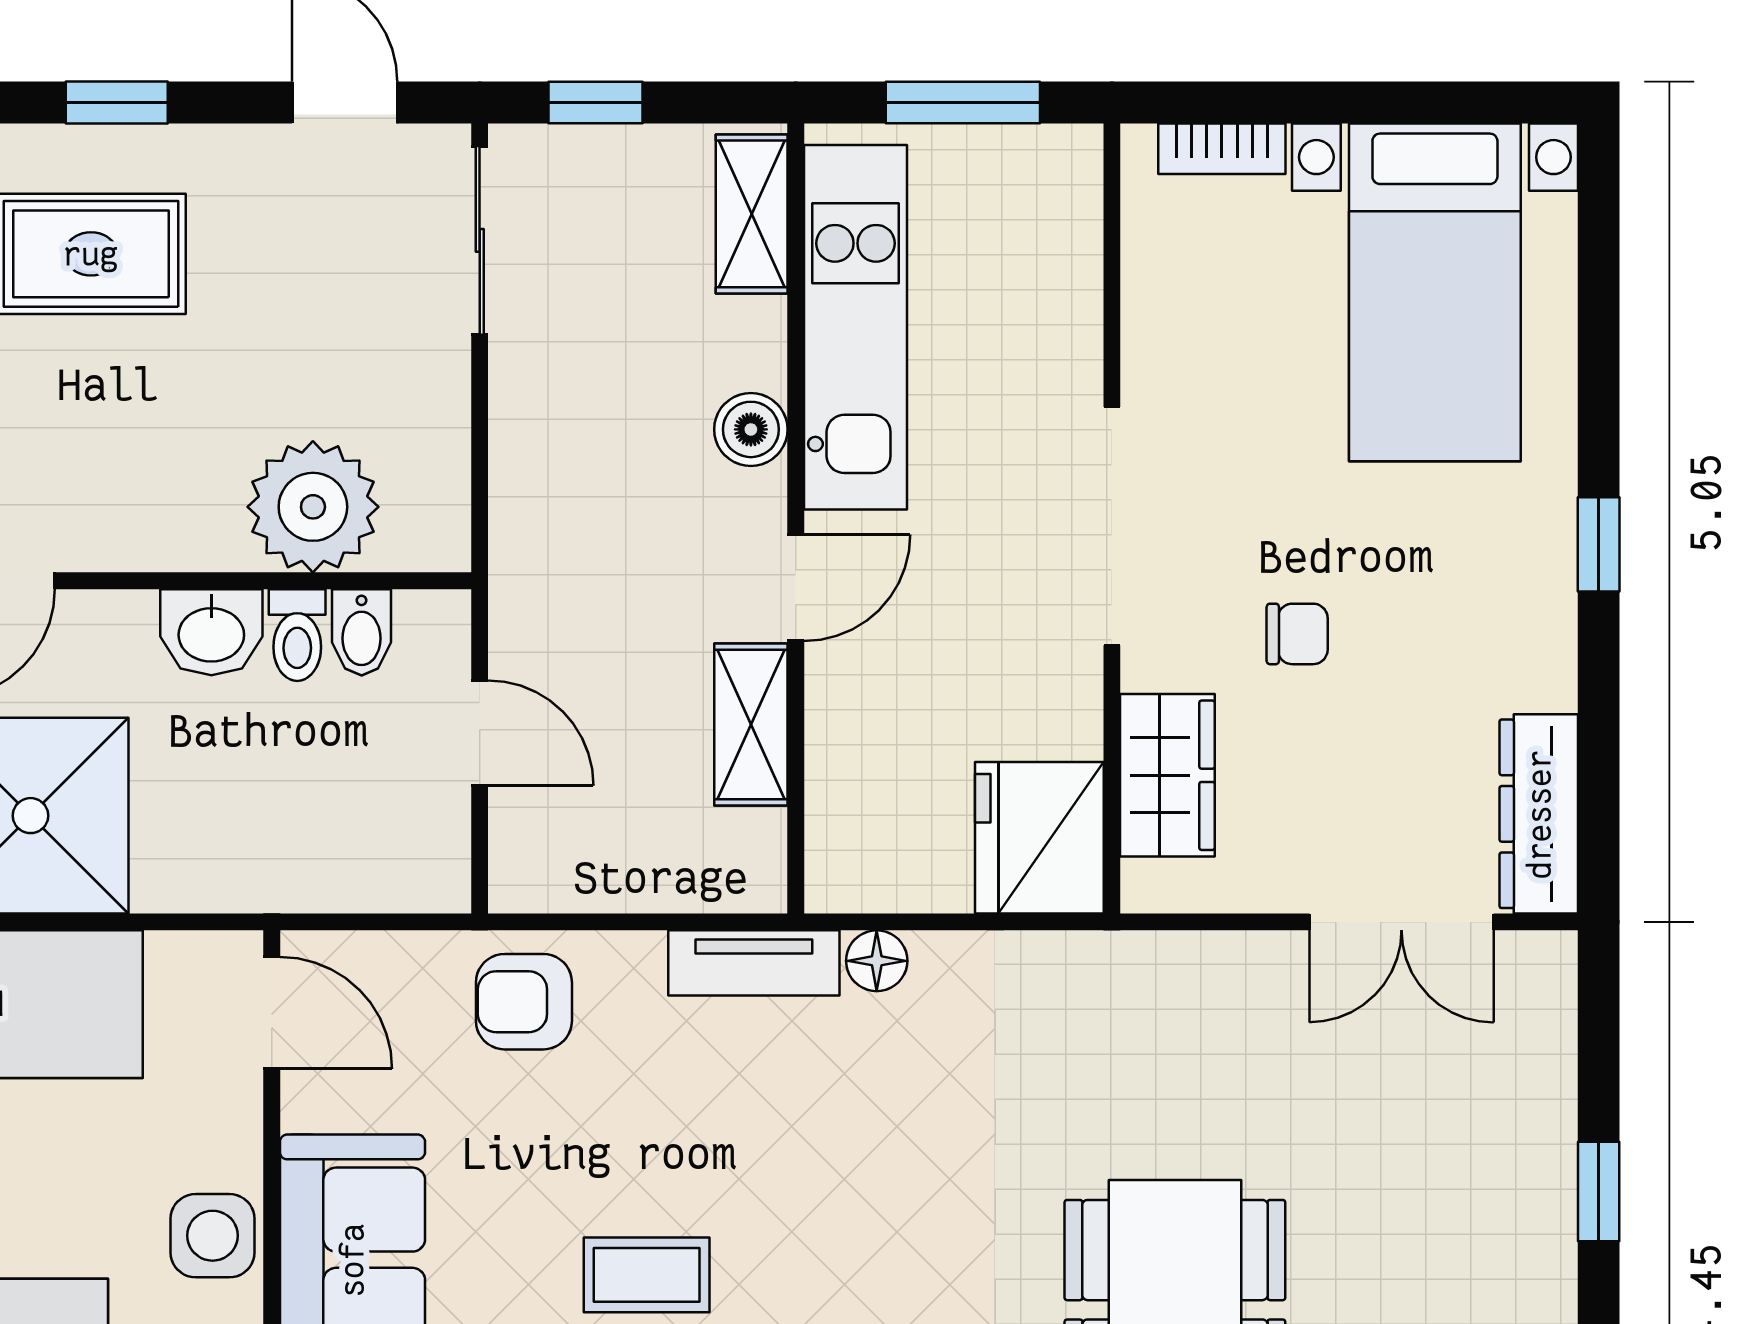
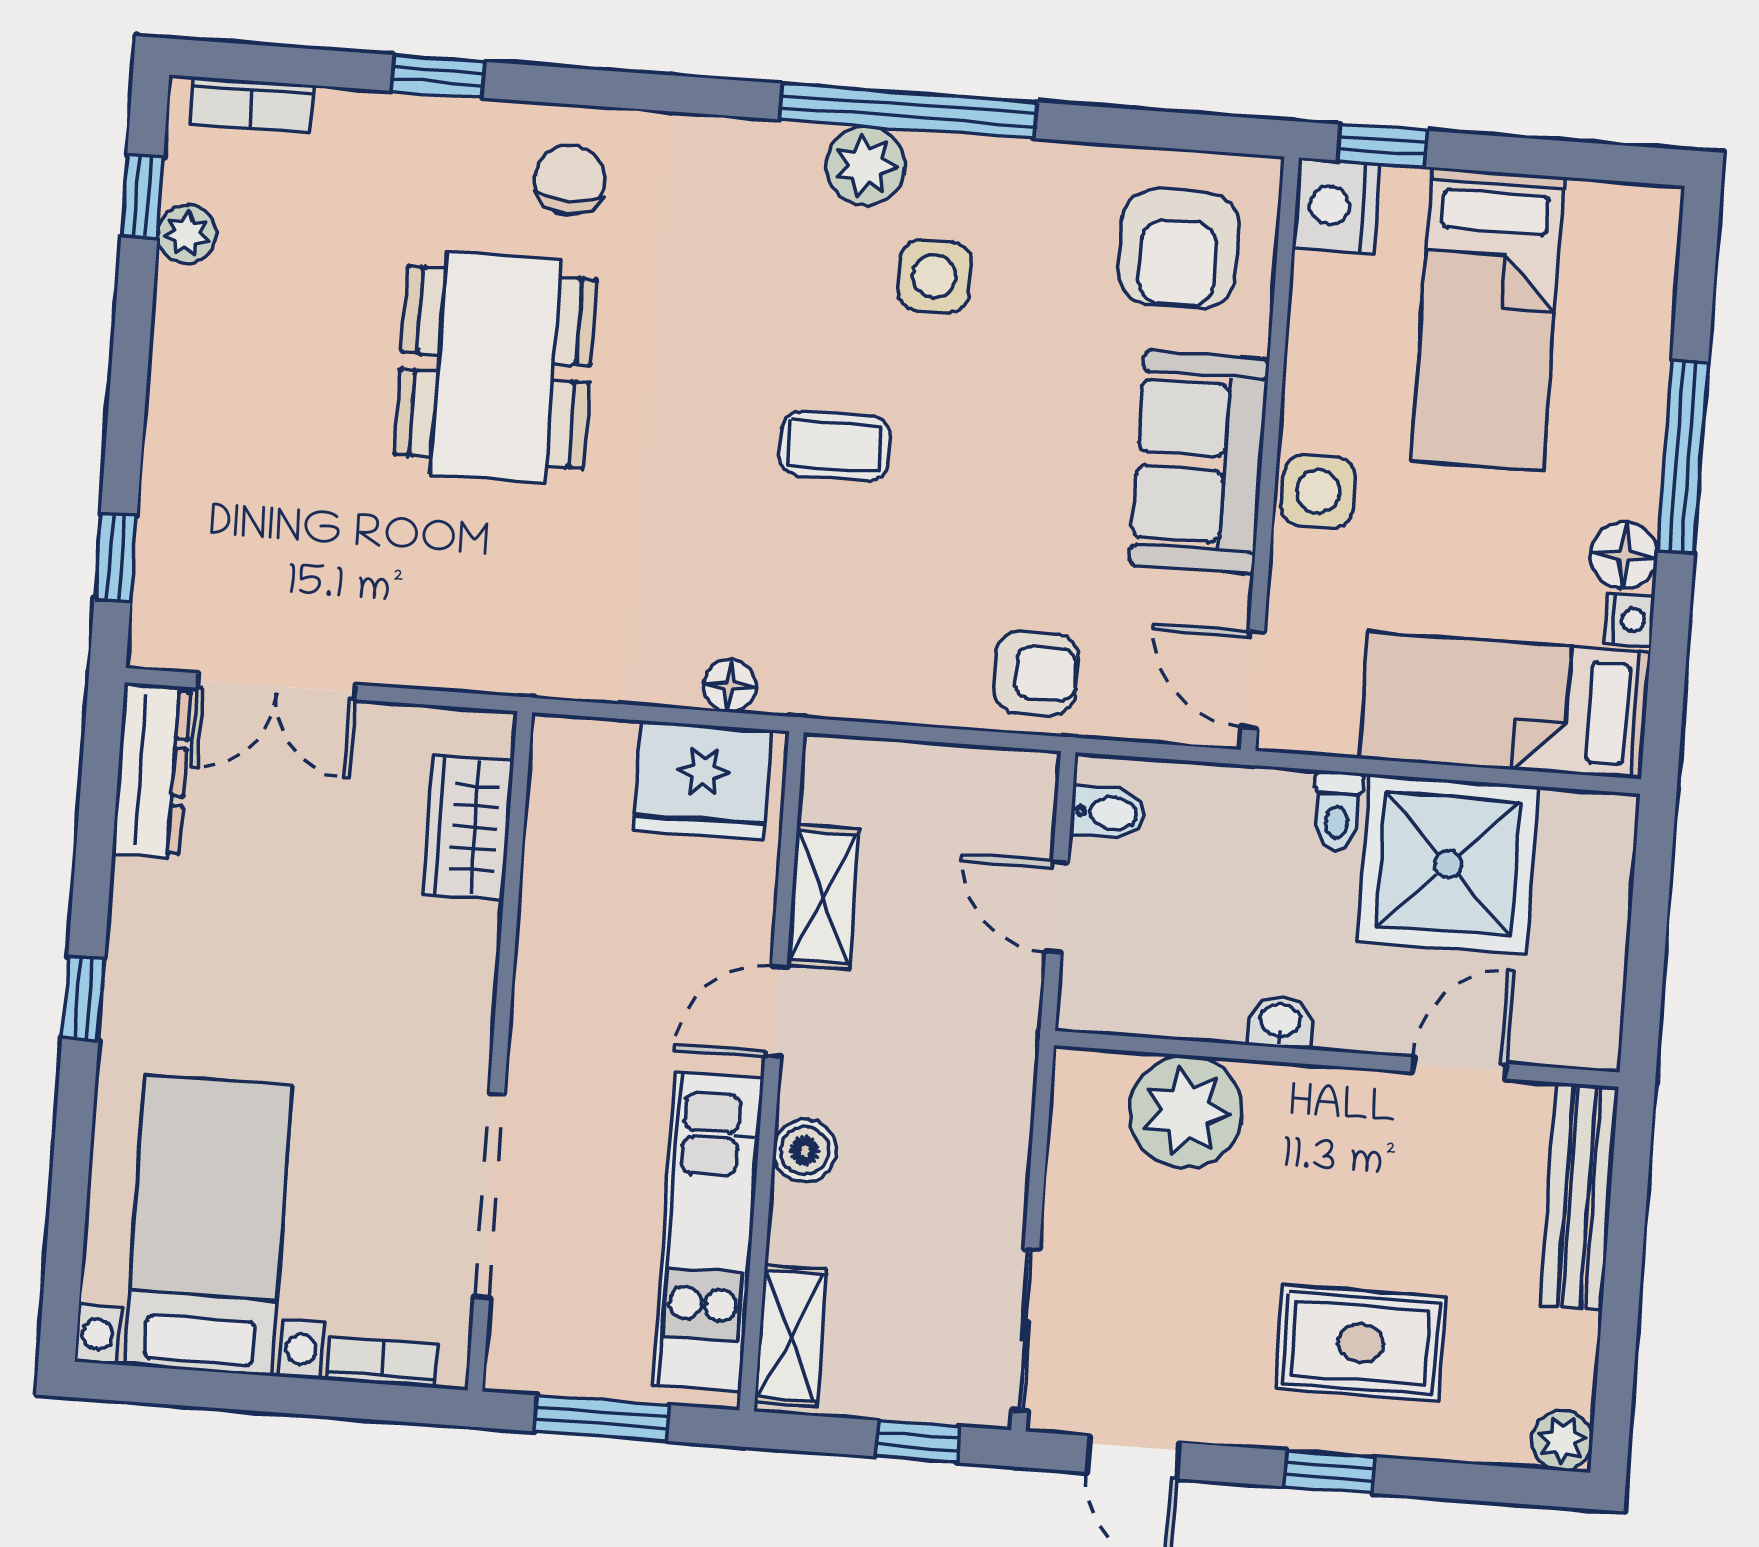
doorway: (1112, 526) -> (489, 1196), moved
washbasin: (211, 632) -> (1280, 1022), width x0.72, depth x0.69
bidet: (362, 632) -> (1108, 813), moved, turned 90
chair: (1297, 634) -> (348, 940), removed
toilet: (297, 635) -> (1337, 811), moved, turned 180
fridge: (1039, 838) -> (703, 780), moved, turned 90
double door: (1401, 922) -> (277, 686), swing flipped
tv unit: (754, 963) -> (836, 692), removed
window: (1599, 1192) -> (116, 557), moved
coffee table: (647, 1275) -> (835, 446), moved

